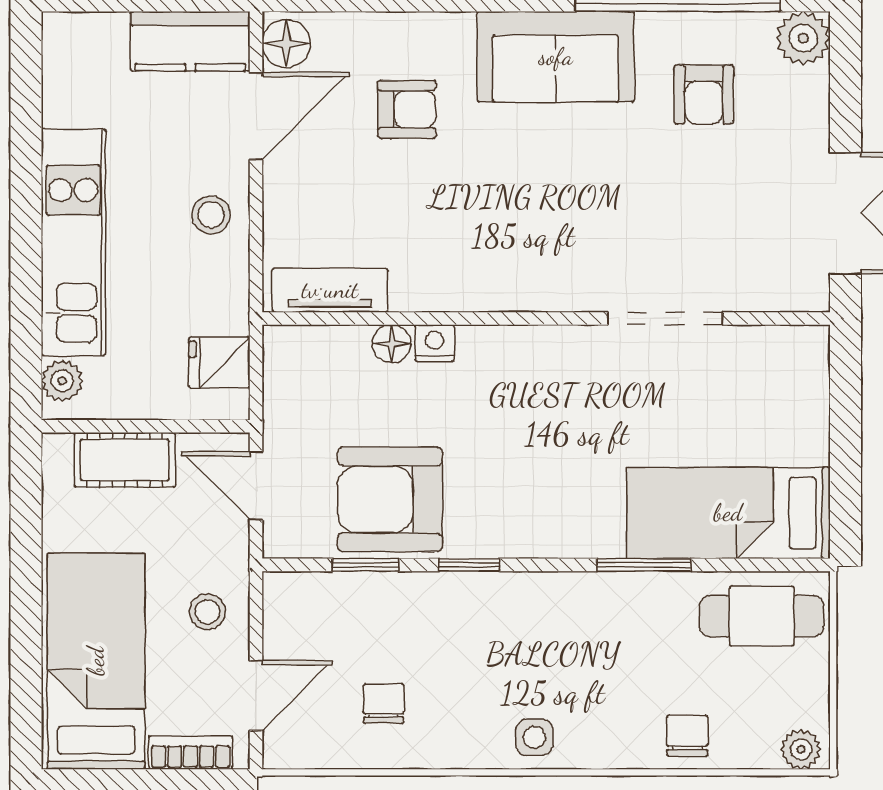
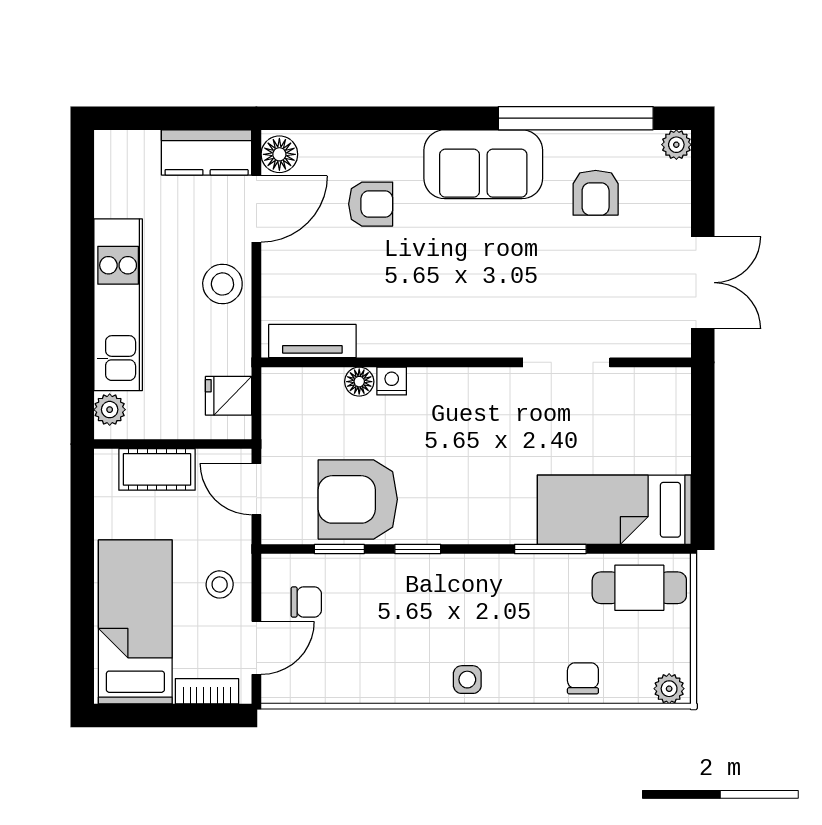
plant: (803, 38) -> (676, 145), width x0.73, depth x0.73
stool: (211, 215) -> (222, 284), width x1.37, depth x1.37
chair: (384, 704) -> (306, 602), moved, turned 90

